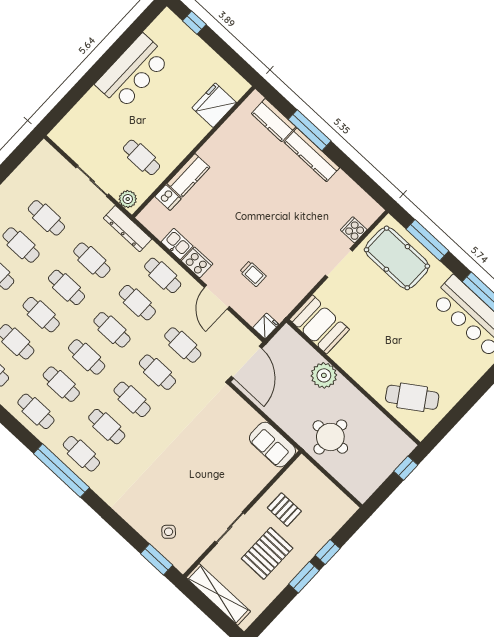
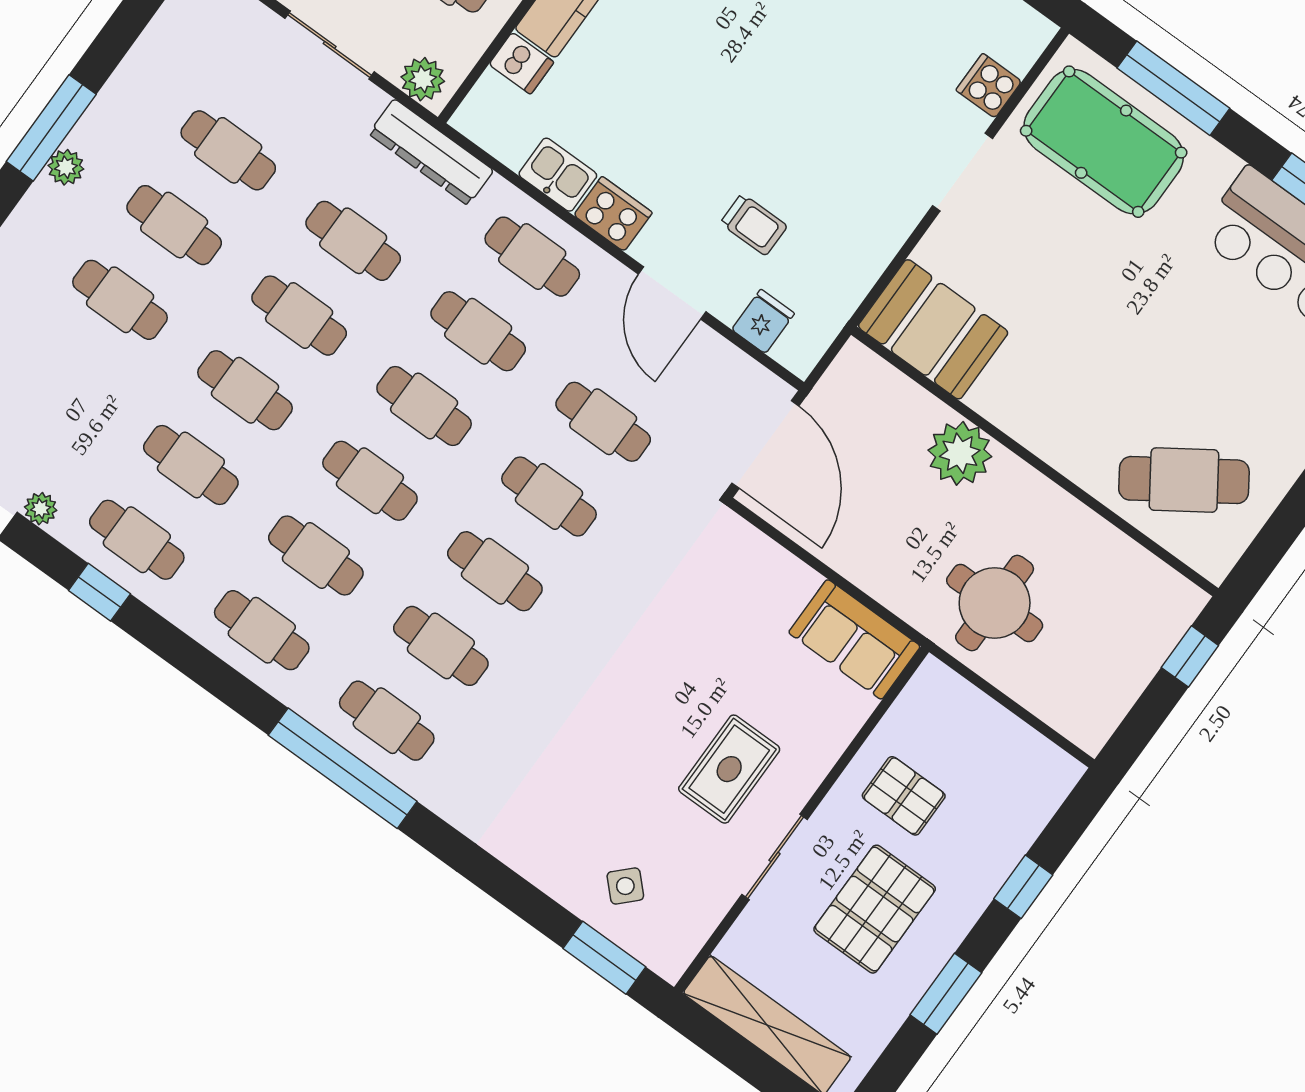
fridge: (266, 326) -> (763, 321), moved
rug: (216, 490) -> (729, 769), added
window: (304, 577) -> (946, 994), moved

